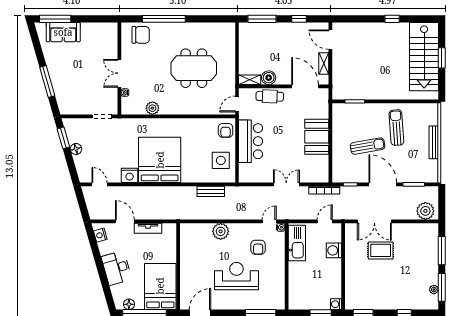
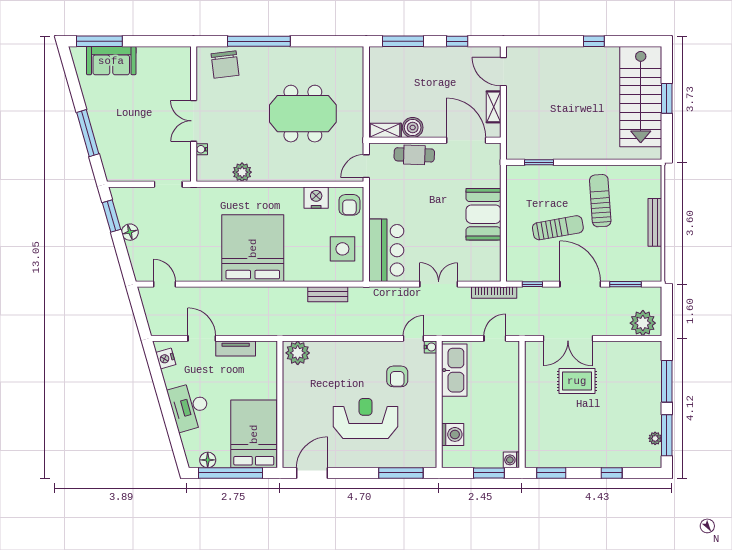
chair: (141, 35) -> (225, 65), turned 83
bar counter: (251, 141) -> (386, 250), moved
nightstand: (130, 175) -> (316, 198), moved, turned 180
plant: (221, 231) -> (298, 353), moved
washing machine: (334, 250) -> (453, 434), moved, turned 180

